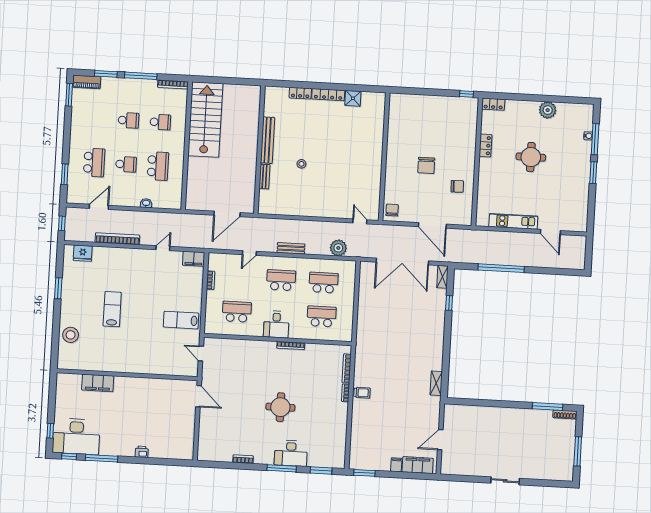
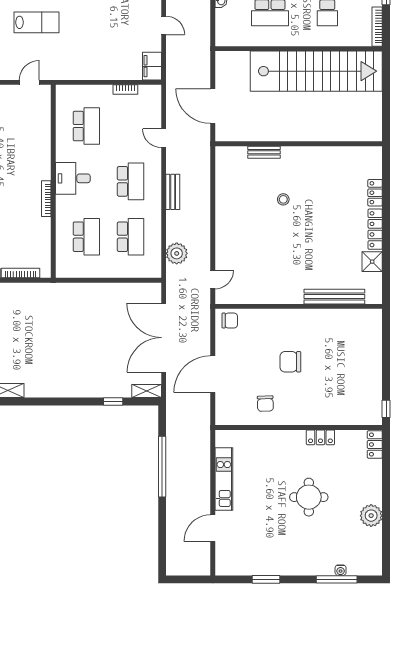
stairs: (205, 120) -> (316, 71), width x1.36
bench: (268, 140) -> (334, 297), moved
window: (593, 173) -> (266, 579), moved
lab bench: (181, 320) -> (37, 22), moved, turned 90

